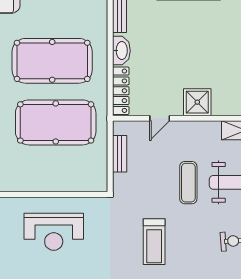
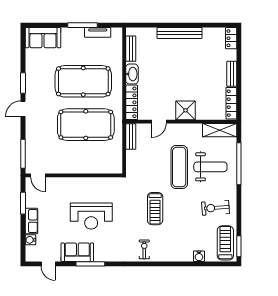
bench: (120, 154) -> (131, 136), moved
exercise mat: (188, 183) -> (179, 167), width x1.36, depth x1.45
reception desk: (54, 232) -> (91, 216), moved

